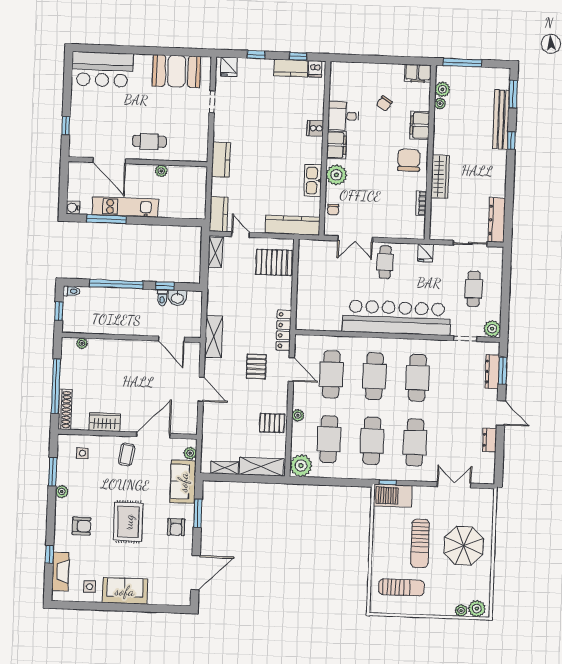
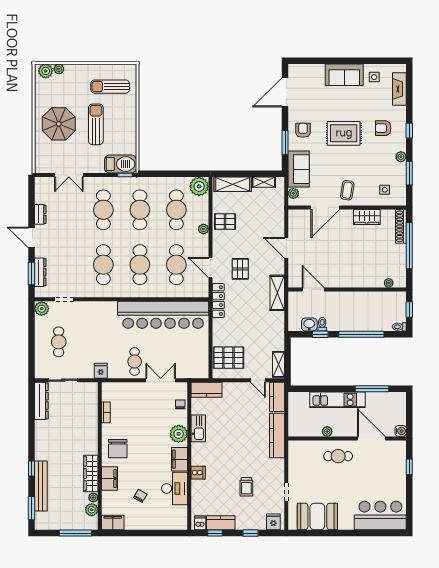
trolley: (259, 109) -> (246, 487), added
desk: (343, 116) -> (175, 488), width x1.37
kitchen counter: (221, 160) -> (277, 435), width x1.50
wardrobe: (440, 177) -> (91, 473), moved
kitchen unit: (125, 207) -> (337, 400), moved
water cooler: (73, 208) -> (401, 431), moved
kitchen counter: (292, 225) -> (207, 390), width x0.67
bar counter: (397, 318) -> (163, 315), moved
rug: (128, 522) -> (344, 133), turned 90
window: (49, 554) -> (409, 131), moved

